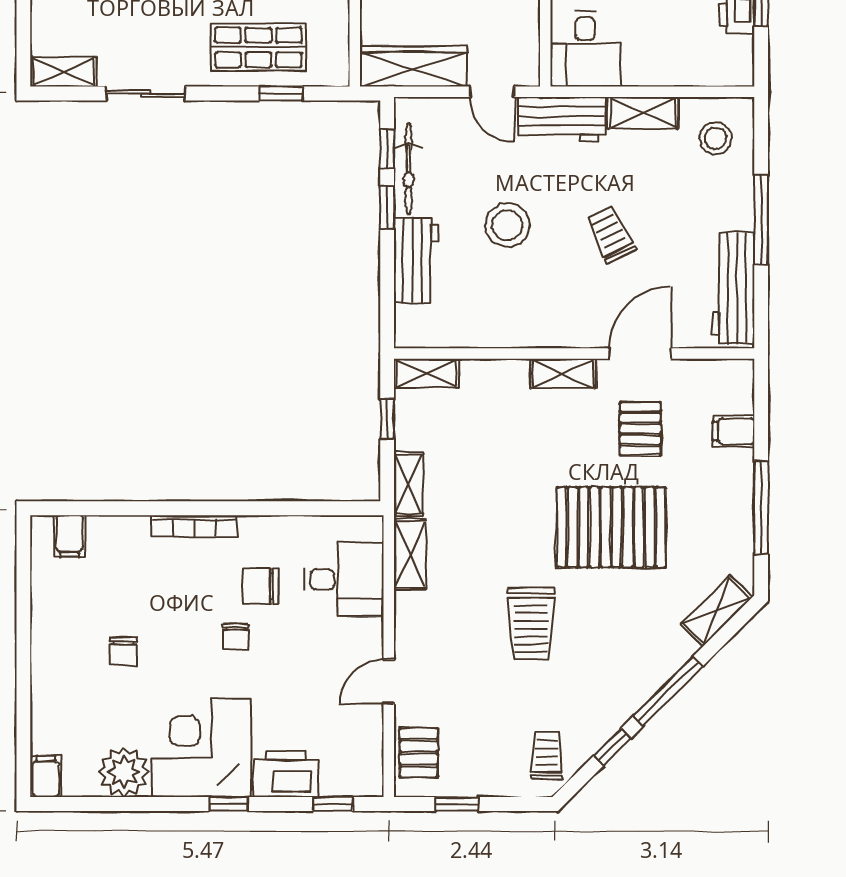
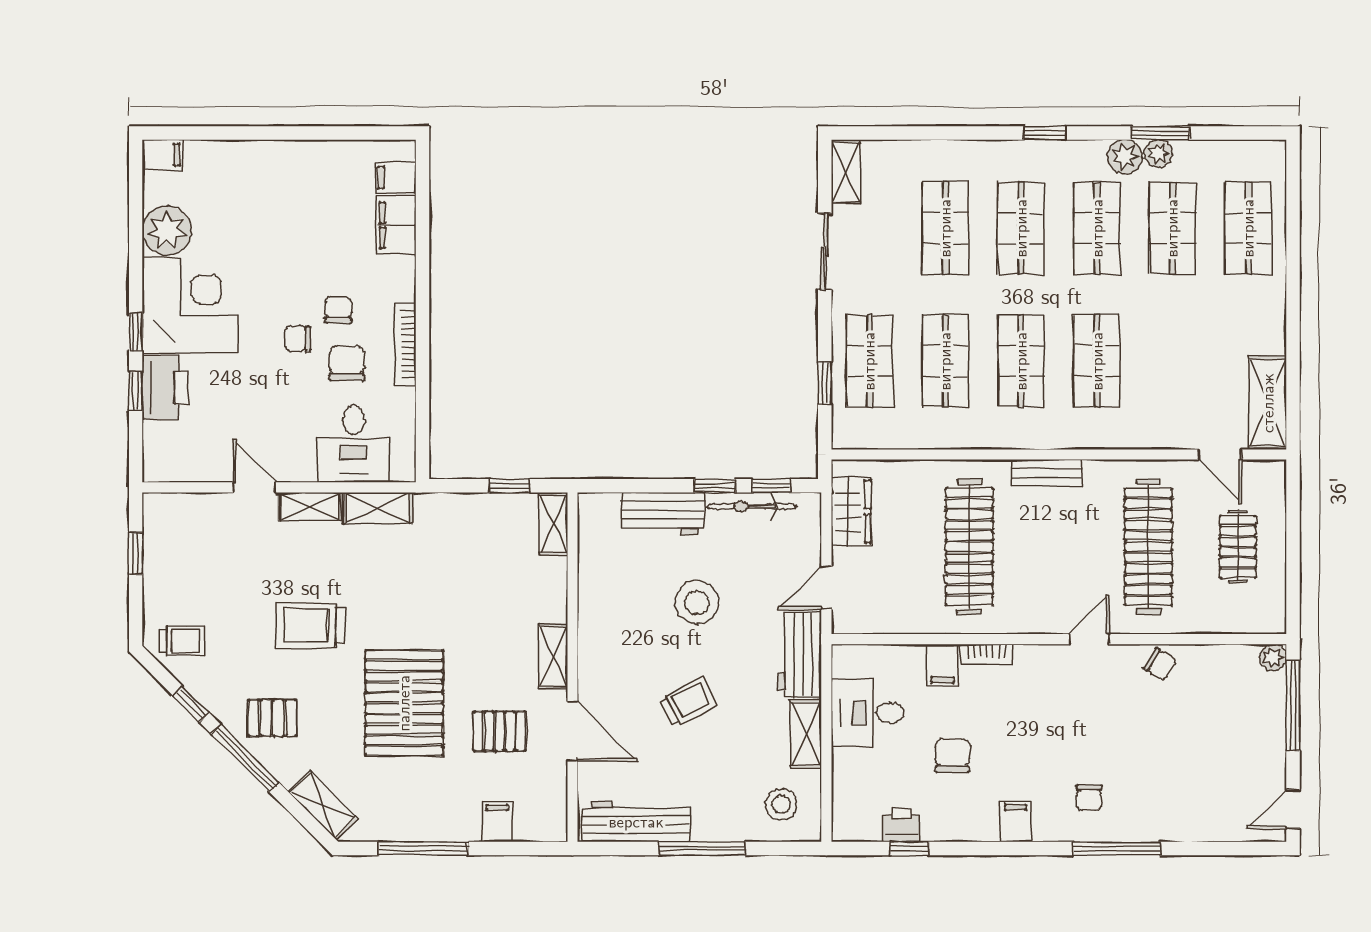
desk: (585, 49) -> (868, 713), moved
wardrobe: (414, 66) -> (851, 511), width x0.67
shelving: (408, 484) -> (310, 506), moved
bookcase: (194, 526) -> (405, 344), moved
filing cabinet: (118, 535) -> (396, 225), added
chair: (123, 651) -> (338, 310), moved, turned 90
pallet: (419, 753) -> (272, 718), moved
window: (333, 804) -> (136, 391), moved

